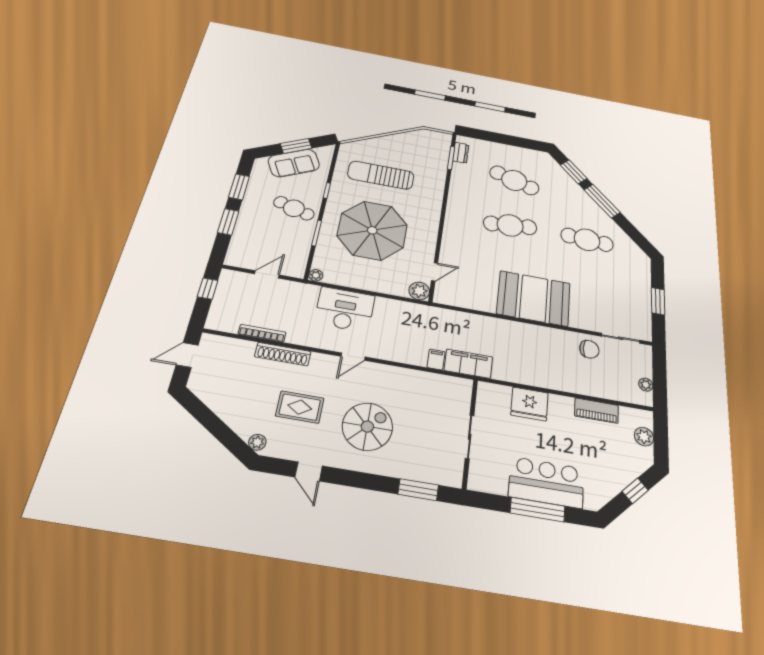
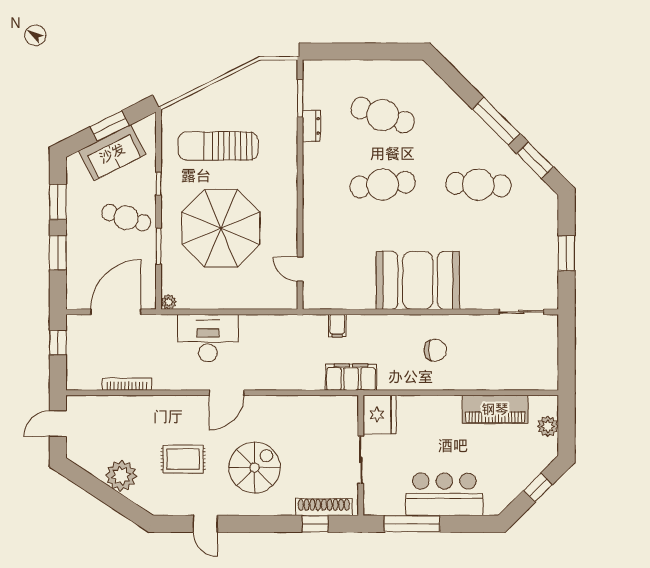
dresser: (461, 153) -> (311, 126), moved
window: (574, 172) -> (535, 160), moved
door: (435, 272) -> (300, 269), swing flipped
door: (267, 274) -> (116, 312), width x1.88
plant: (419, 291) -> (286, 298), removed
chair: (589, 349) -> (435, 350), moved
shoe rack: (283, 354) -> (324, 507), moved, turned 180
door: (353, 357) -> (227, 393), width x1.38
filing cabinet: (436, 360) -> (337, 326), moved, turned 180
plant: (646, 385) -> (550, 365), removed
fridge: (529, 404) -> (380, 415), moved, turned -90
piano: (597, 411) -> (495, 409), width x1.37, depth x1.33
plant: (257, 442) -> (121, 476), moved, width x1.87, depth x1.87
window: (418, 490) -> (315, 524), width x0.67
window: (538, 510) -> (412, 524), moved

